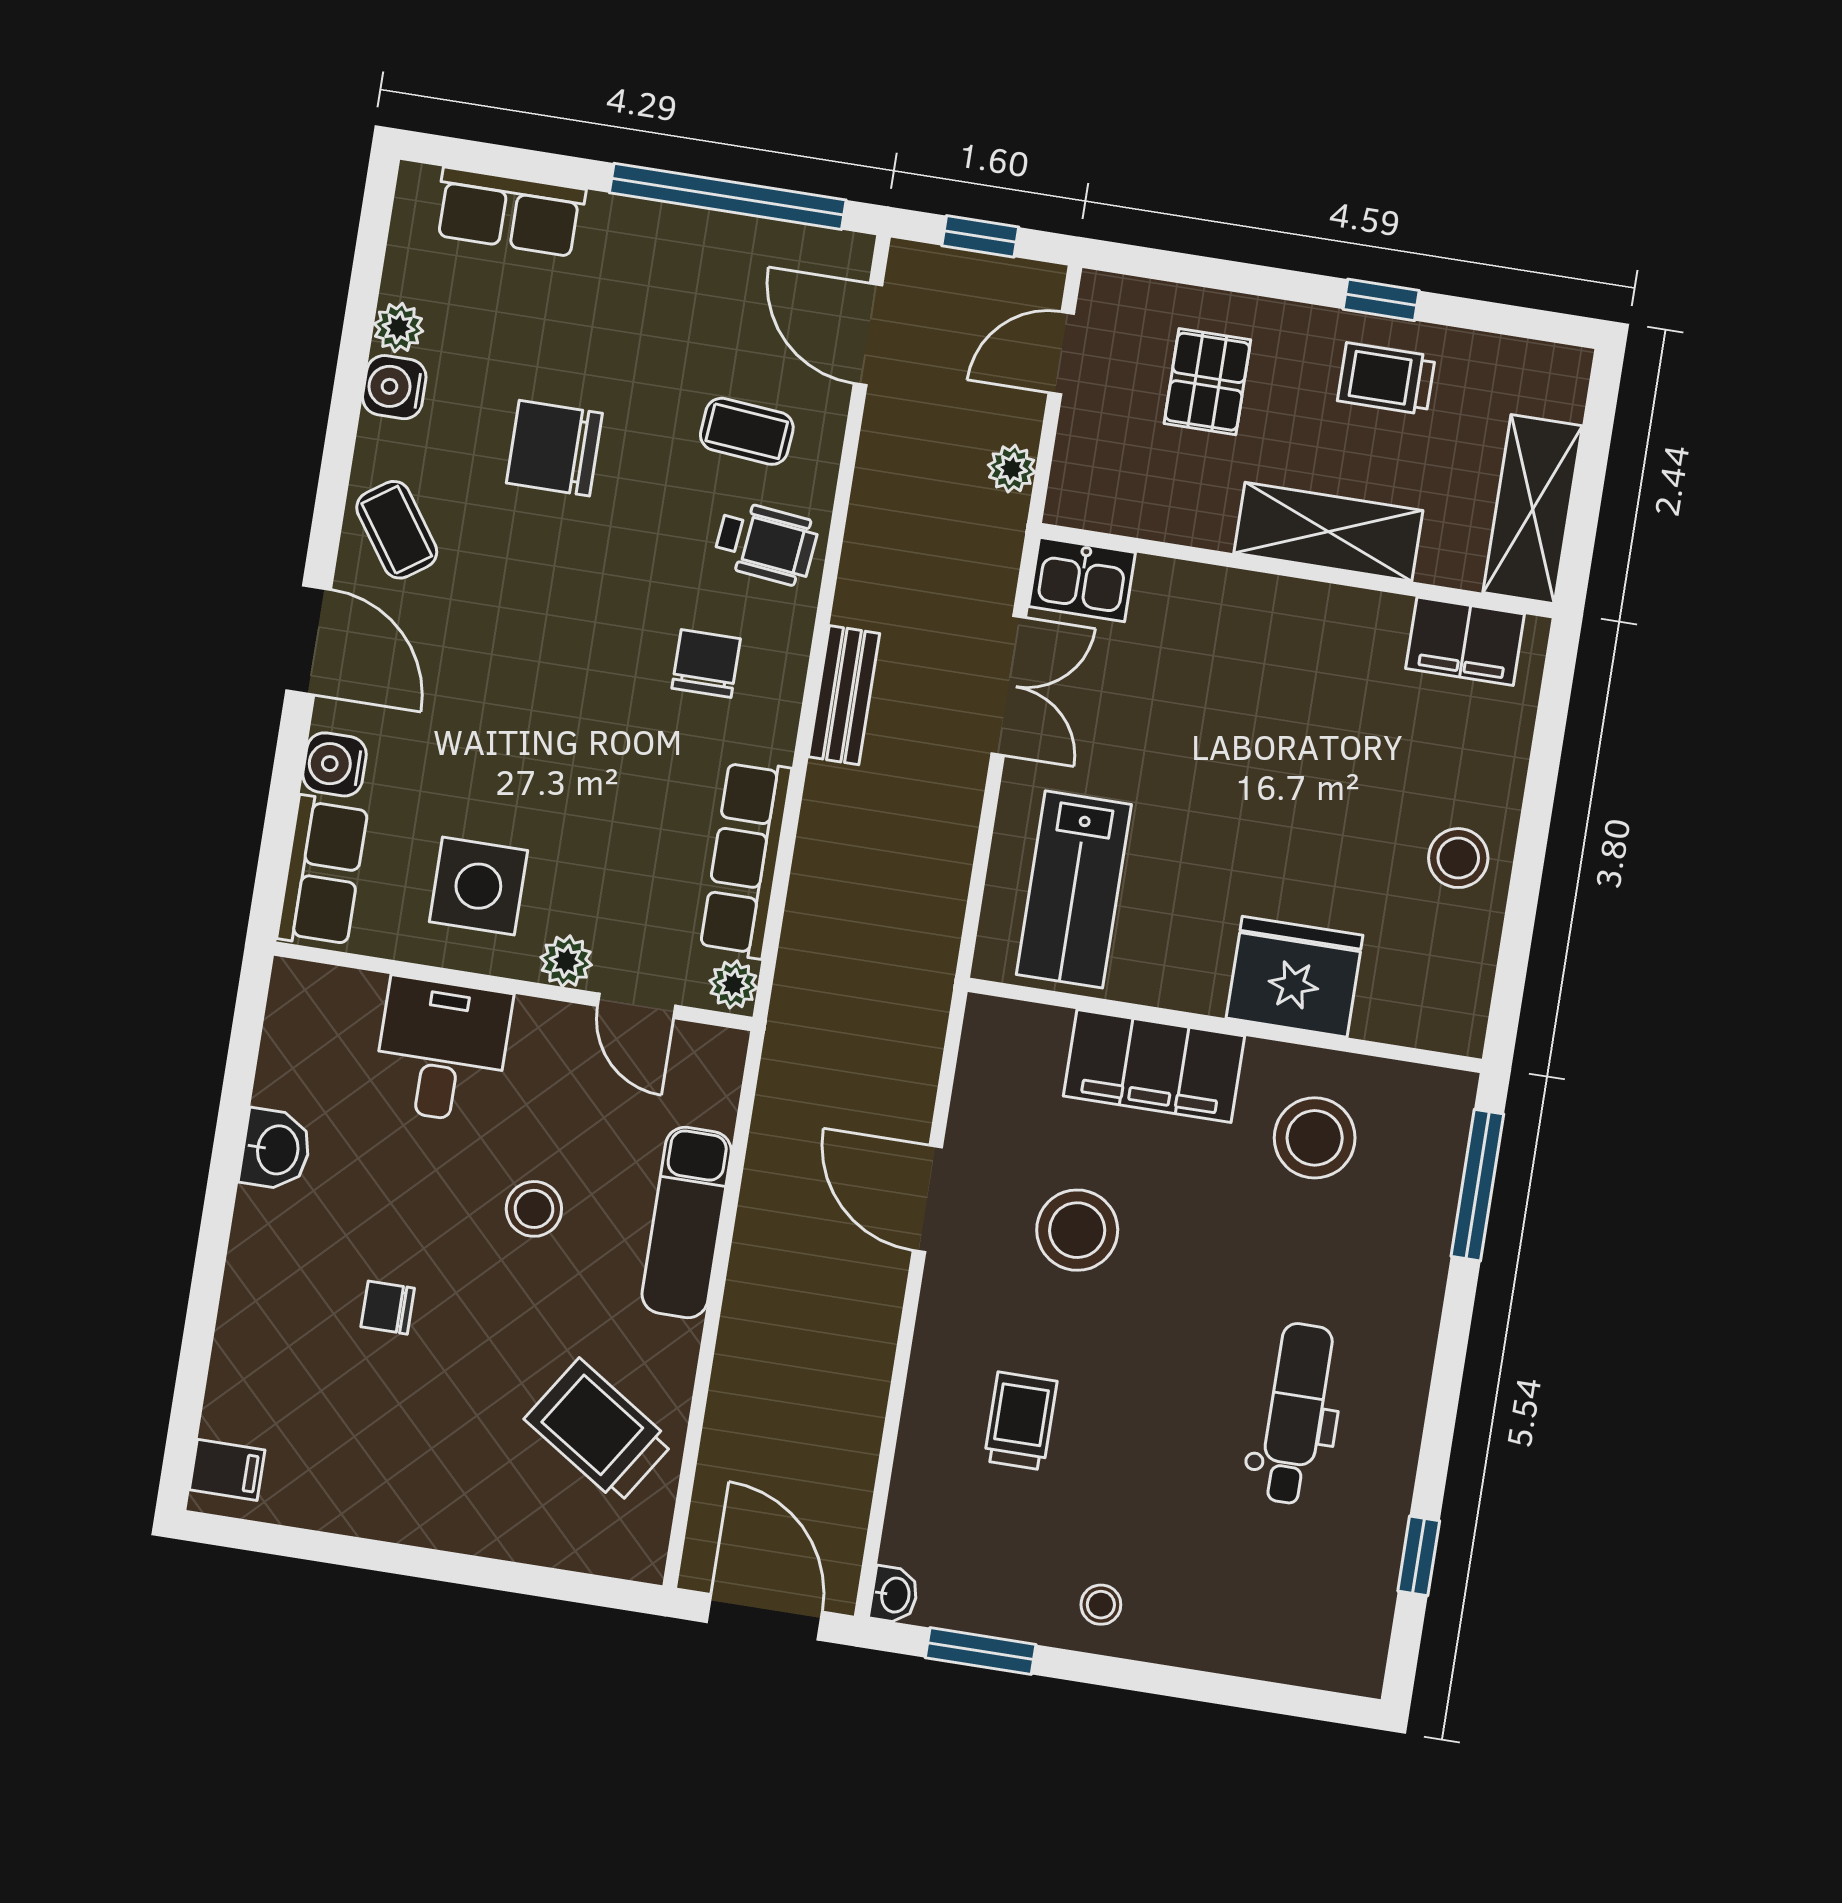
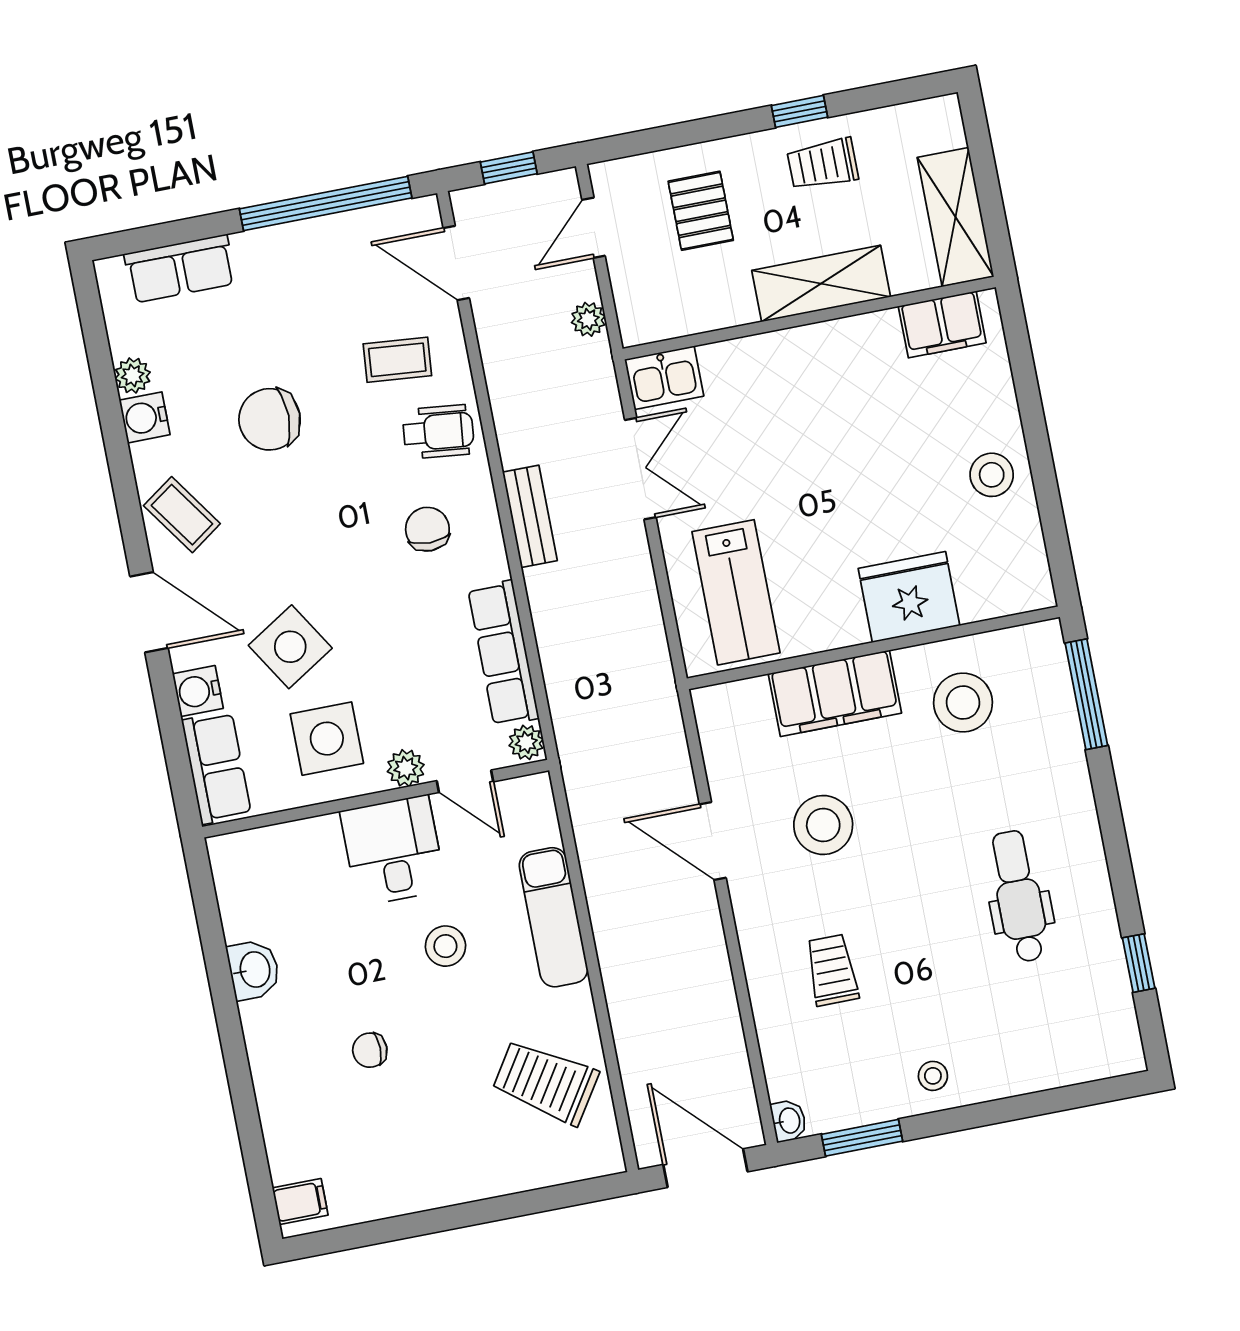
side table: (474, 751) -> (290, 647), added
desk: (442, 1050) -> (393, 851), moved

